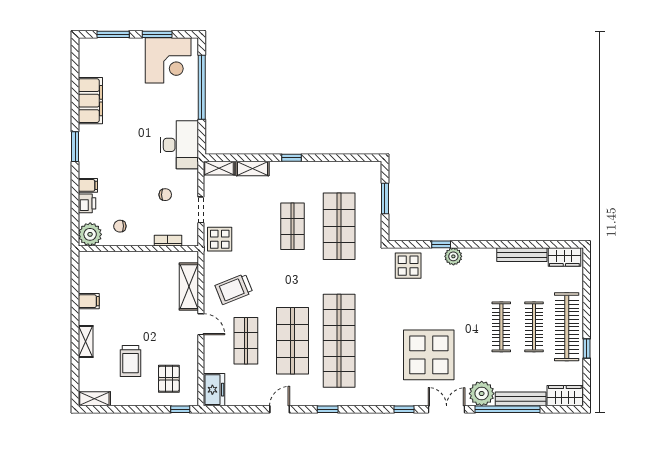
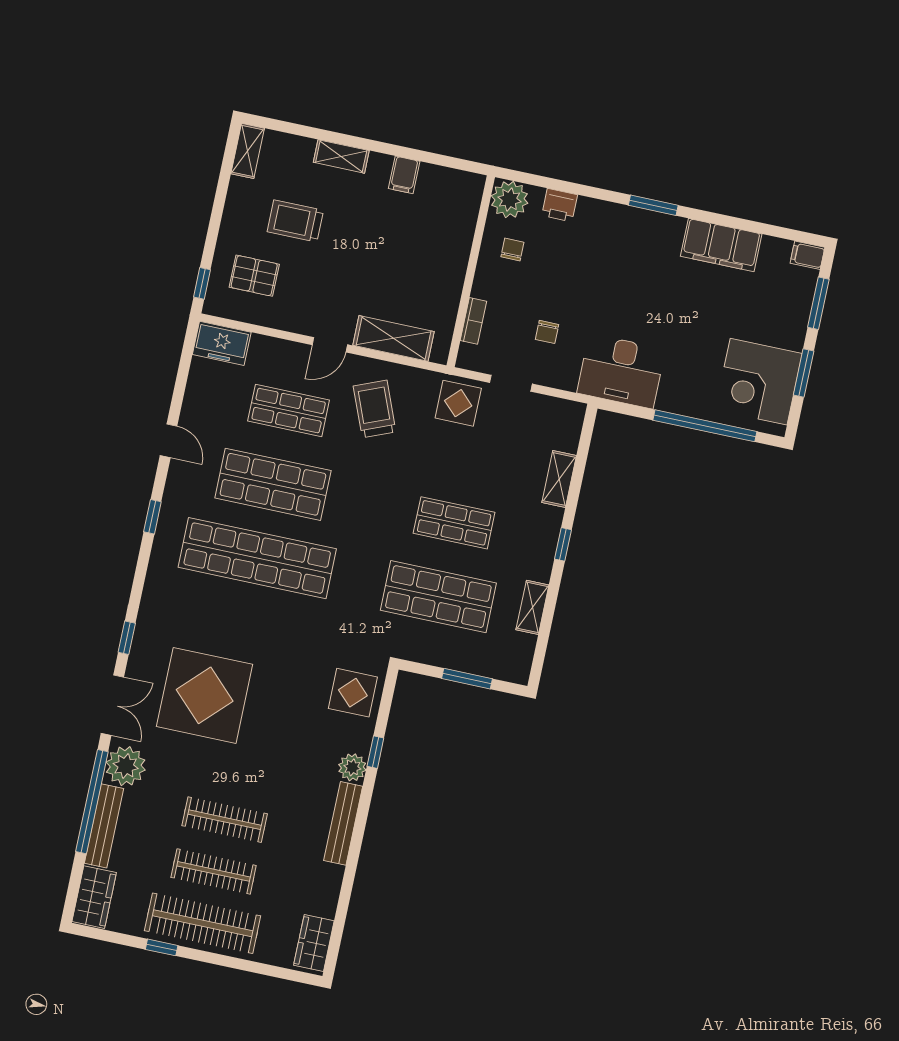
shelving: (219, 168) -> (532, 607), moved
filing cabinet: (88, 185) -> (807, 255), moved, turned 90
bench: (522, 255) -> (343, 823), moved

